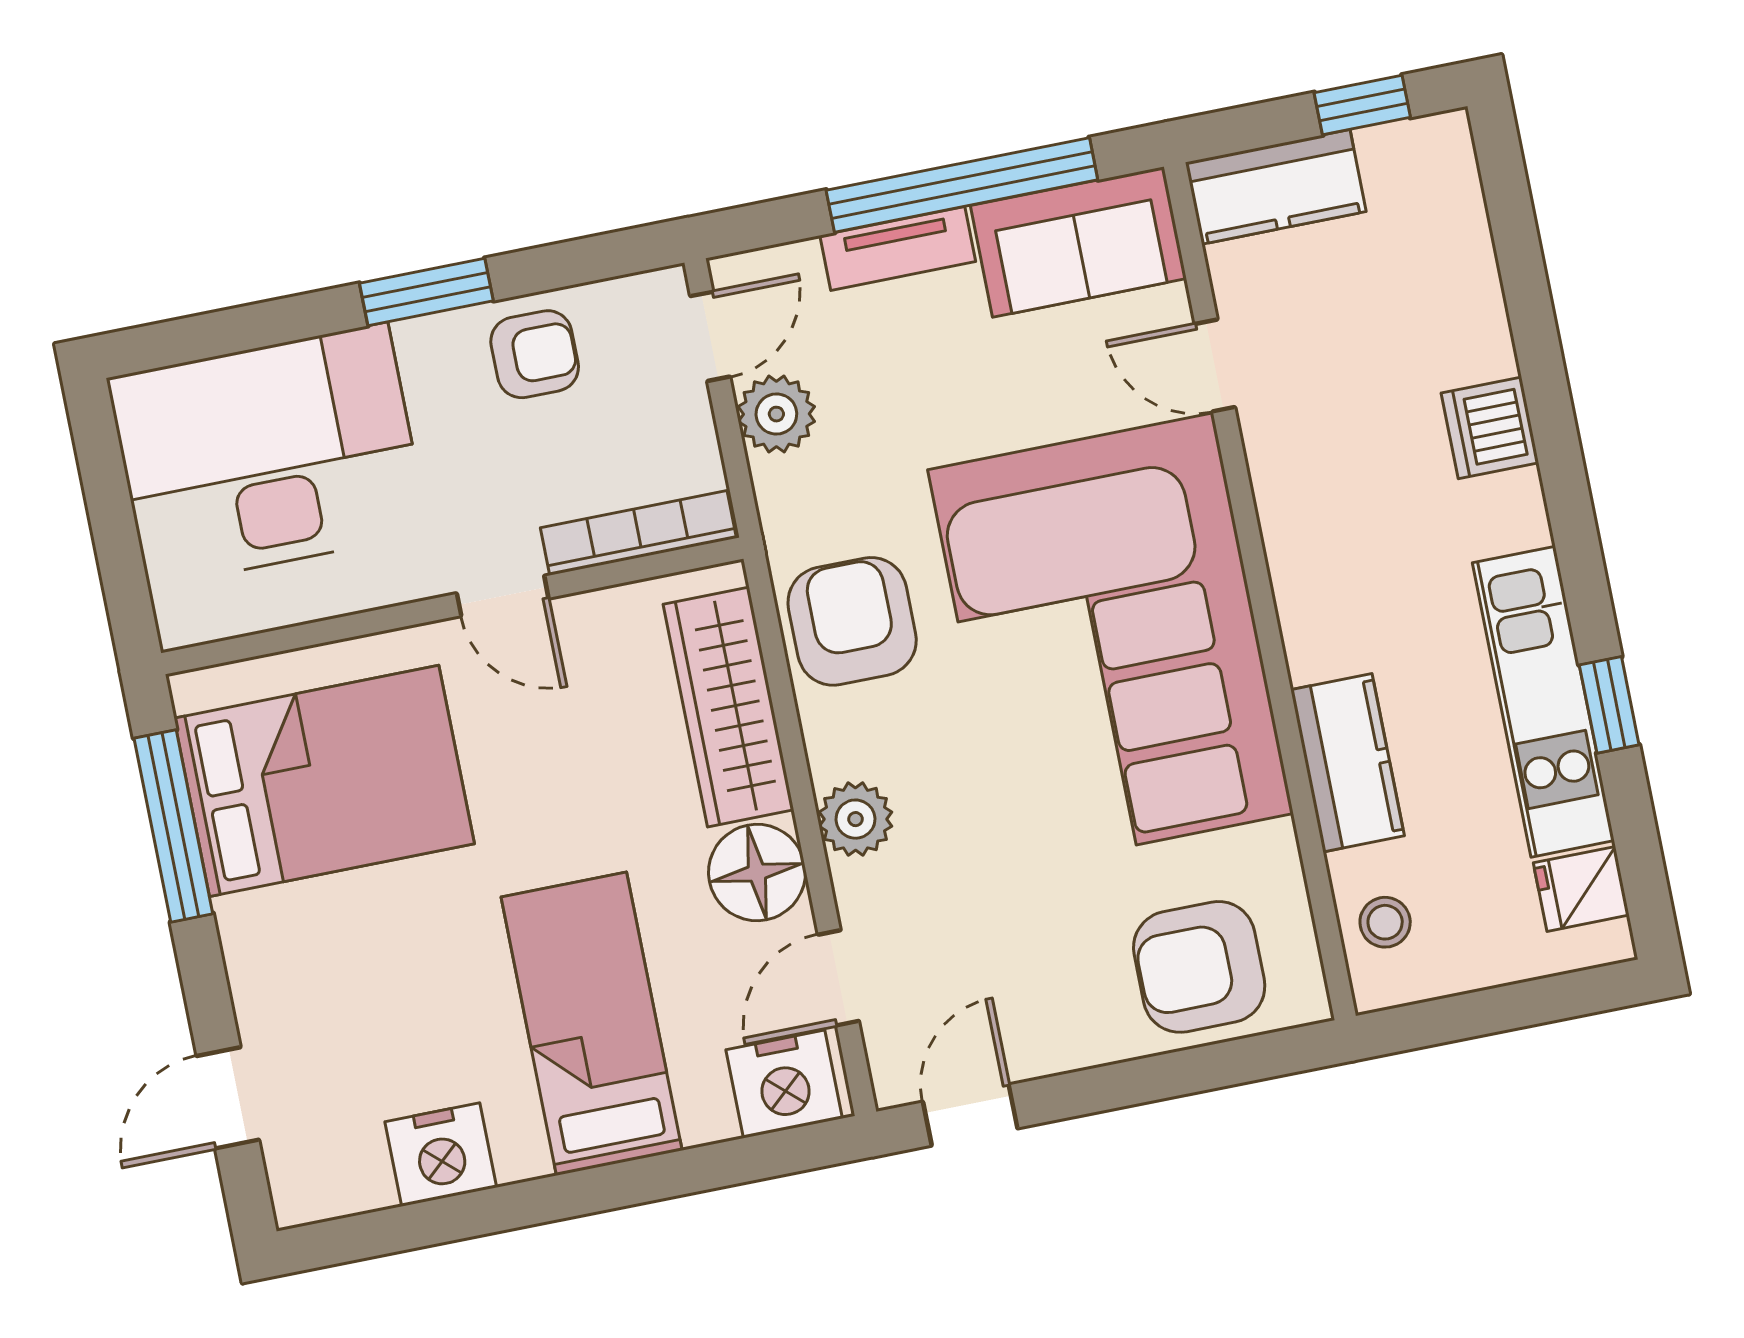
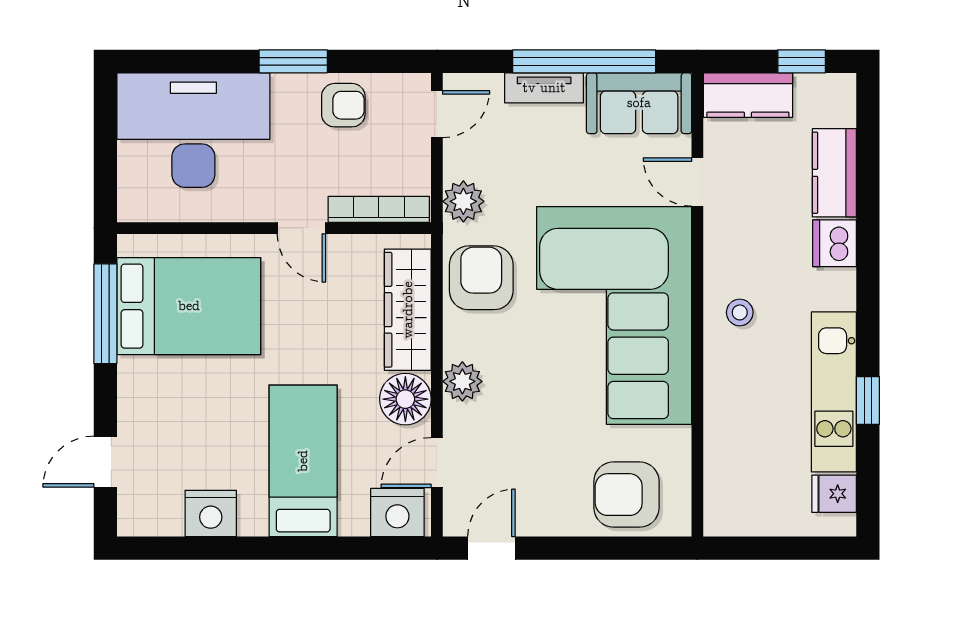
plant: (776, 414) -> (463, 201), moved
kitchen counter: (1347, 763) -> (834, 173), moved, turned 180
stool: (1385, 922) -> (740, 312), moved

